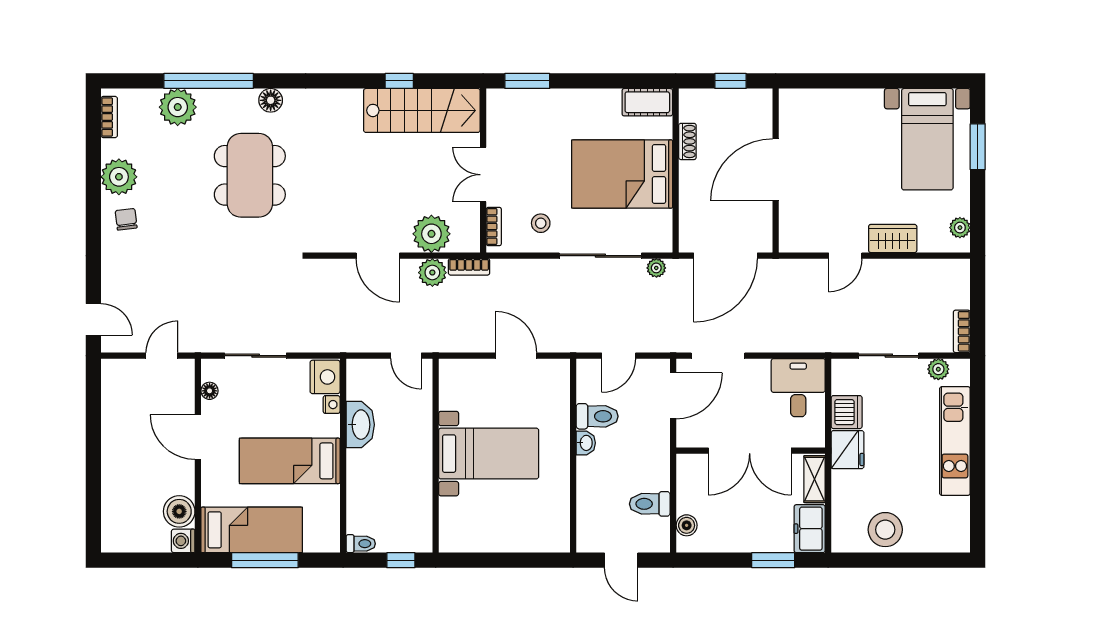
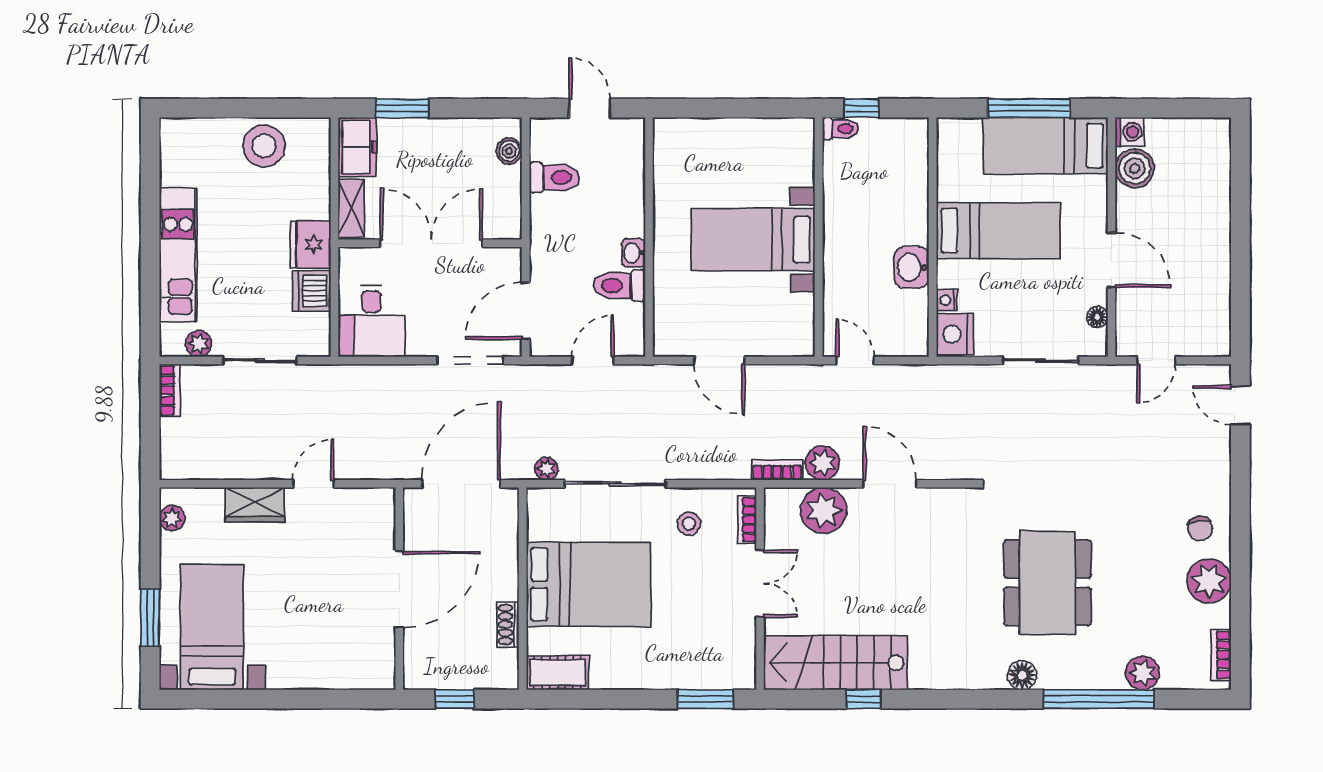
plant: (178, 107) -> (1143, 673), width x0.73, depth x0.73
washbasin: (360, 425) -> (912, 267), width x0.72
toilet: (361, 544) -> (840, 129), moved, turned 180

